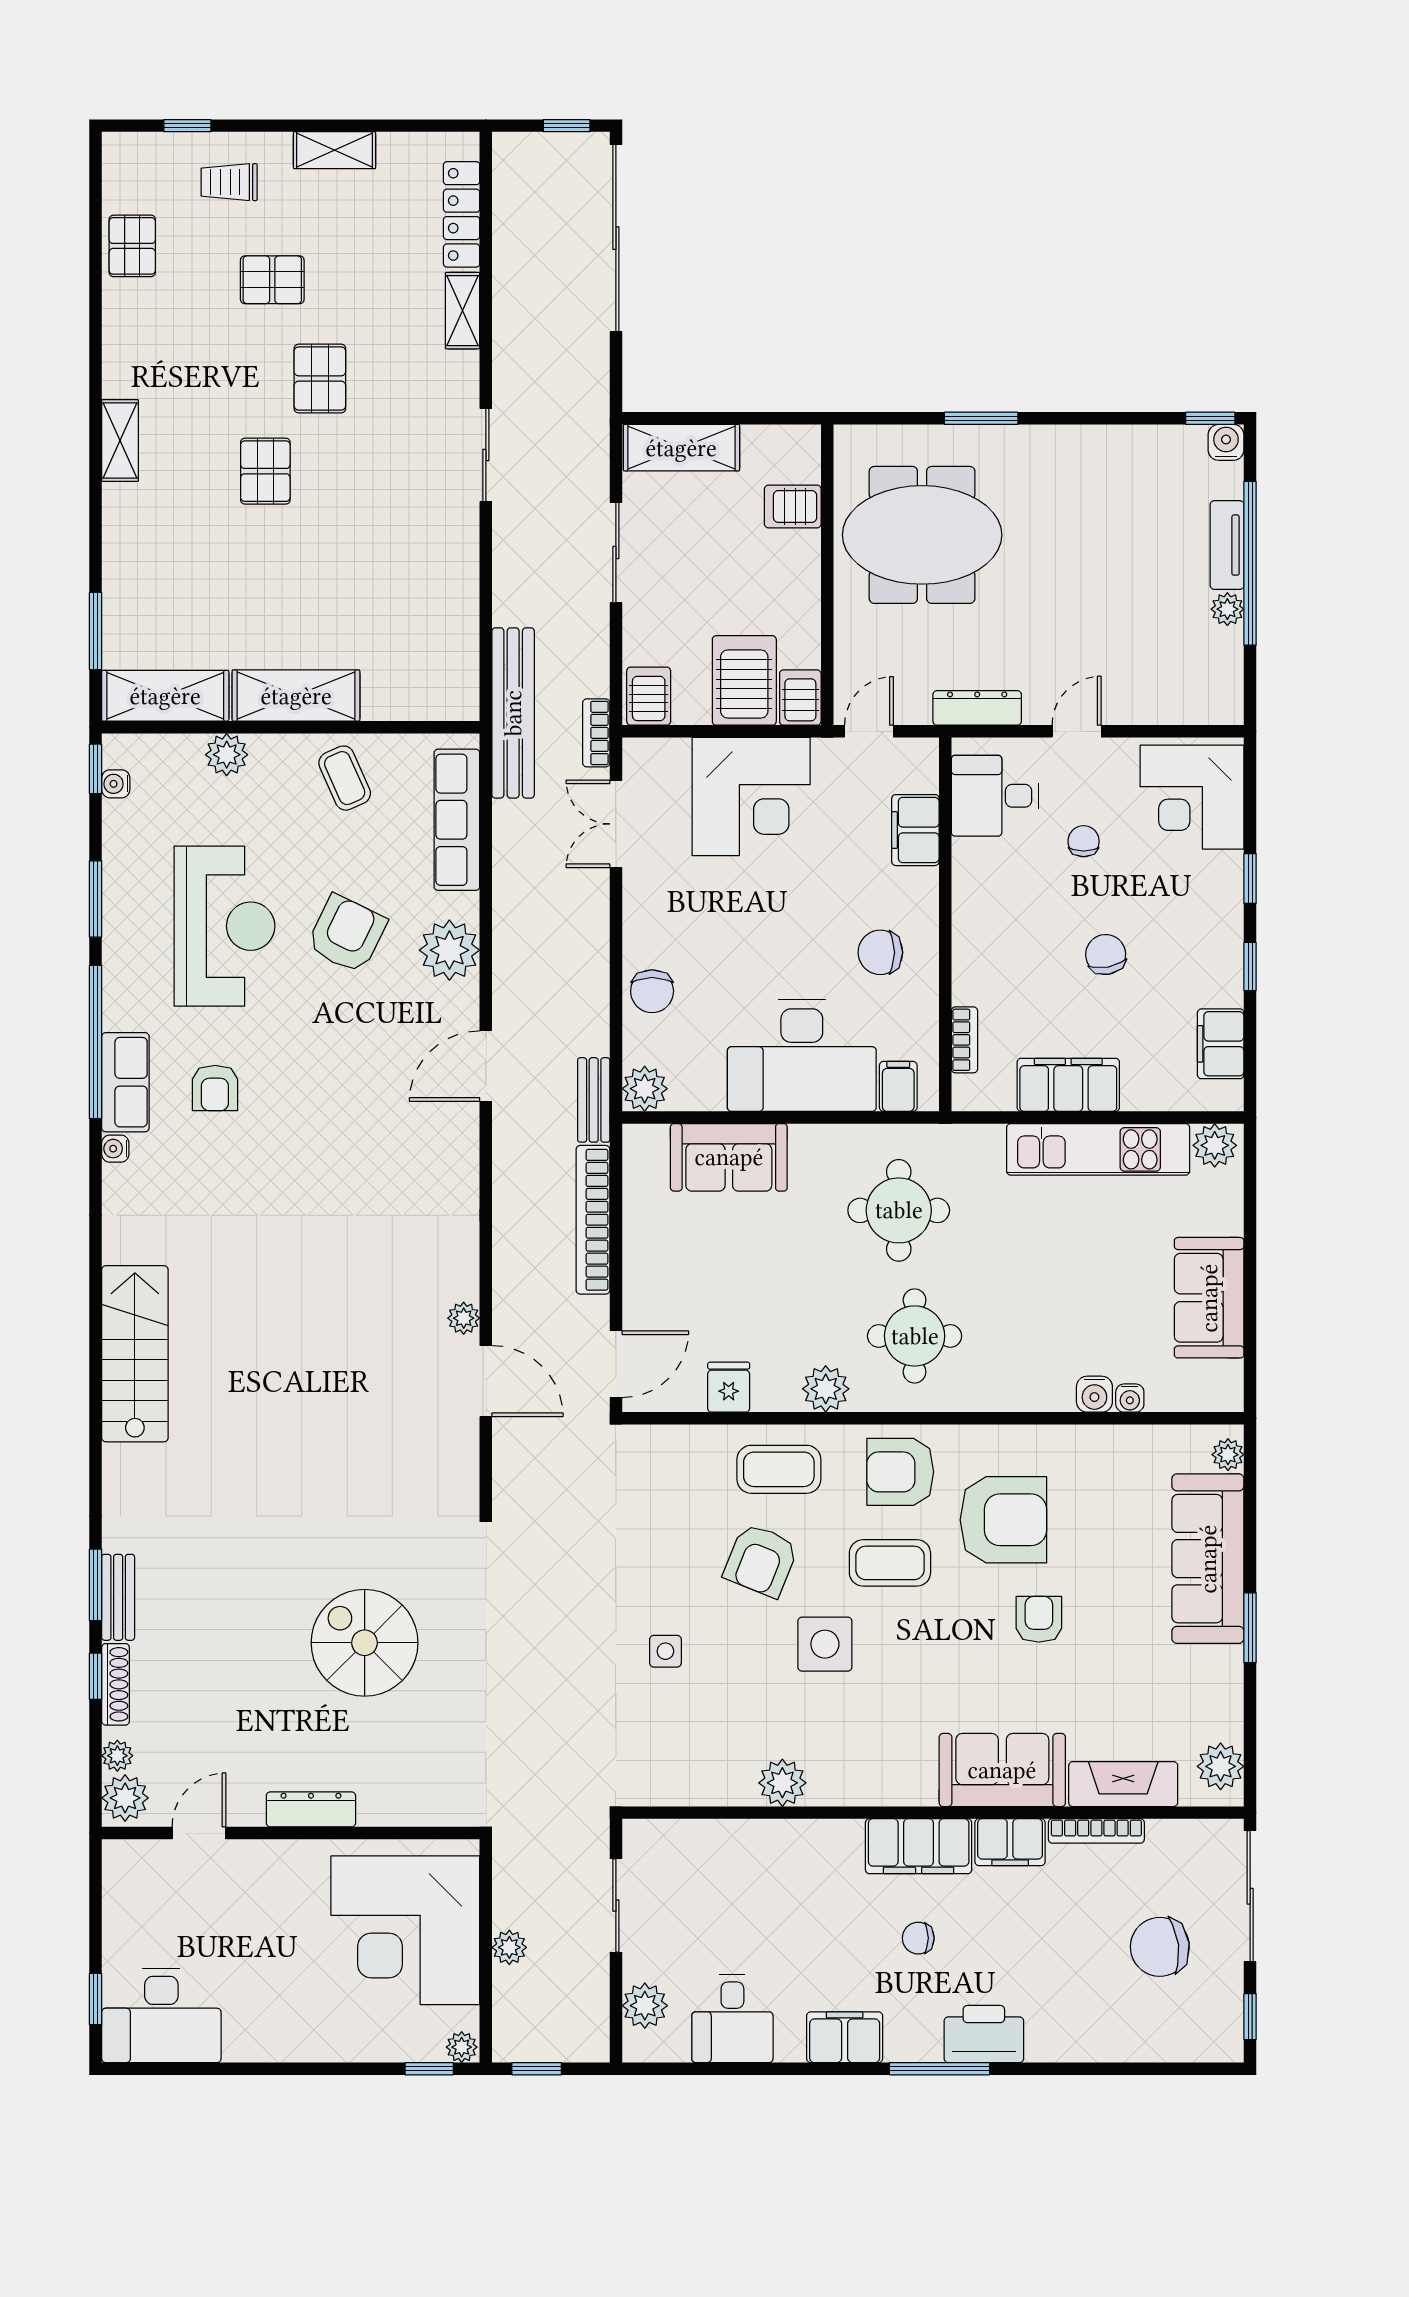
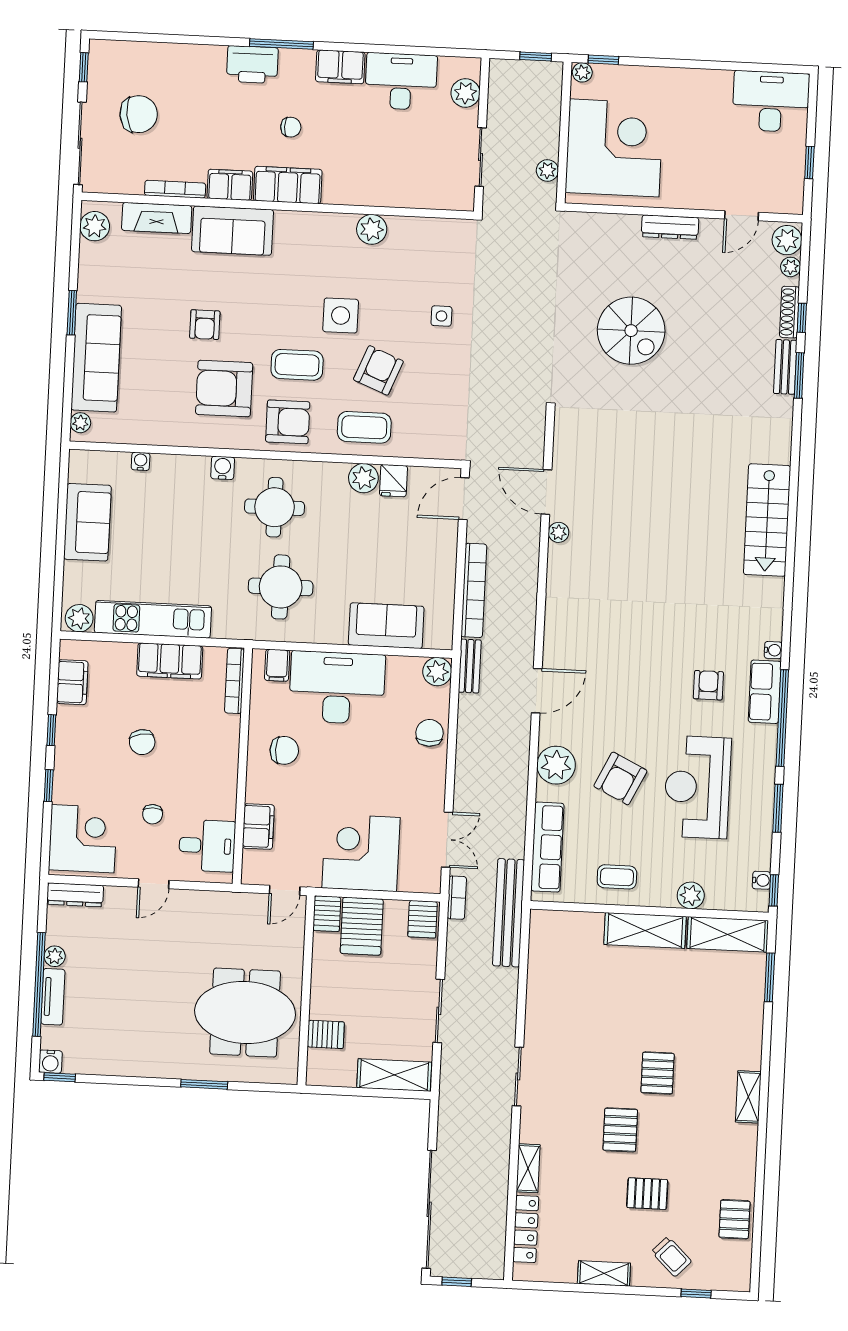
trolley: (229, 182) -> (671, 1257), turned 44
dresser: (977, 708) -> (75, 895), moved
coffee table: (345, 778) -> (617, 877), turned -66
bookcase: (964, 1040) -> (234, 681), width x1.56
plant: (826, 1389) -> (363, 478), moved
water cooler: (1094, 1394) -> (223, 468), moved
plant: (509, 1947) -> (547, 171), moved
window: (96, 1999) -> (809, 162), moved
desk: (732, 2019) -> (401, 81), width x1.37

